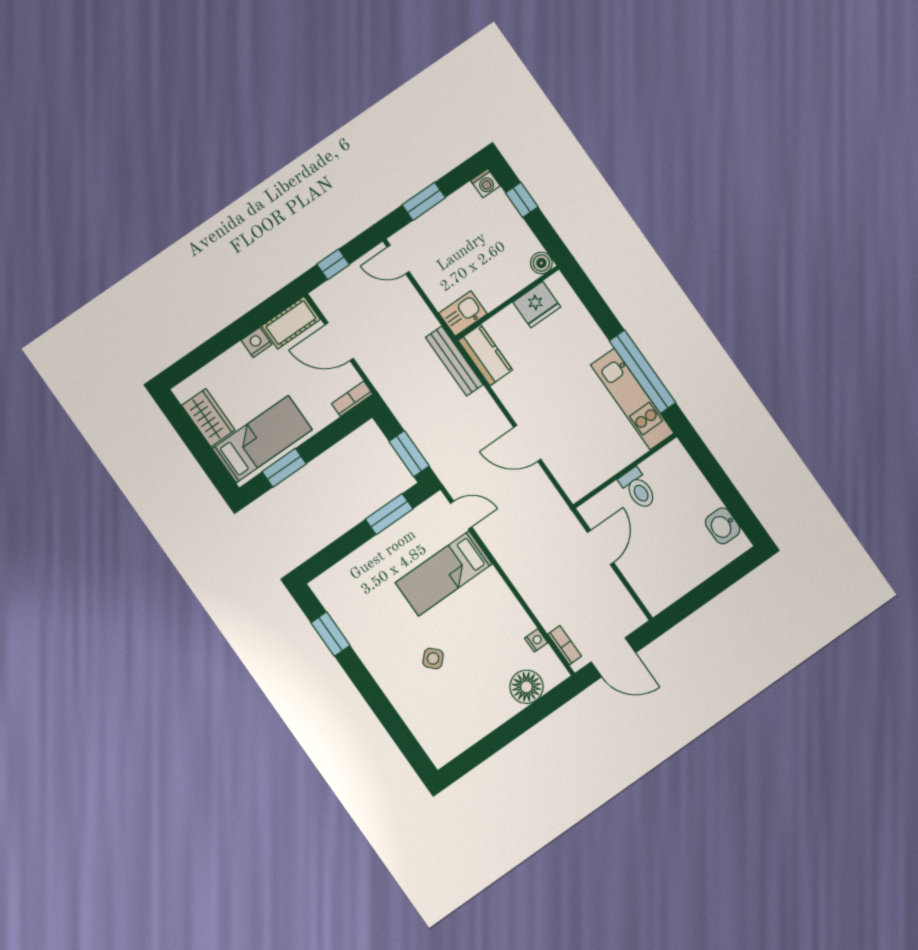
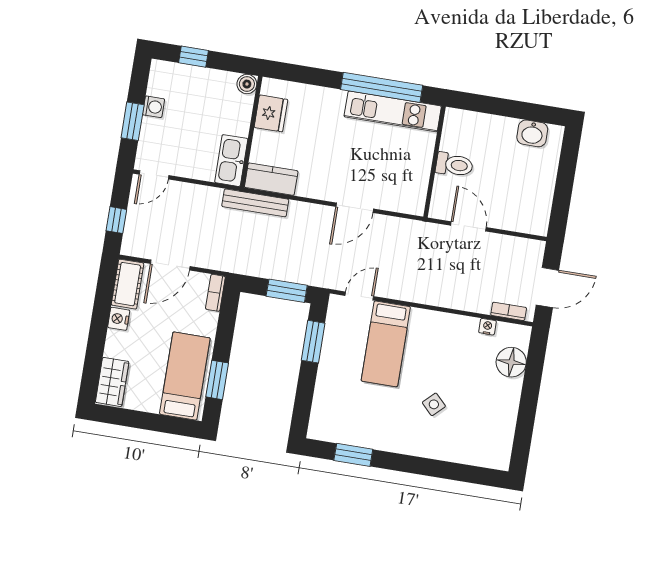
washing machine: (485, 183) -> (154, 107), moved
kitchen sink: (463, 314) -> (231, 161), width x1.38
wardrobe: (208, 418) -> (112, 382), moved, turned 90

